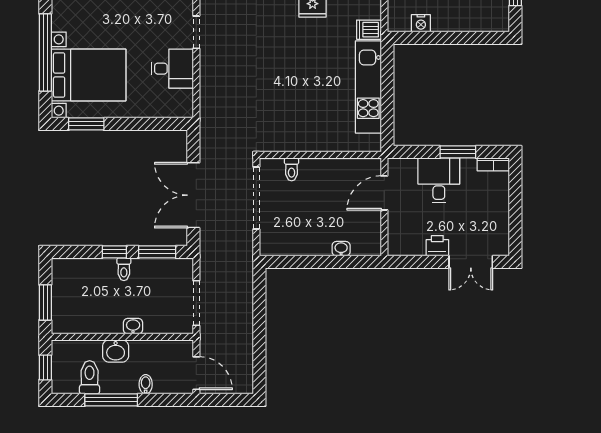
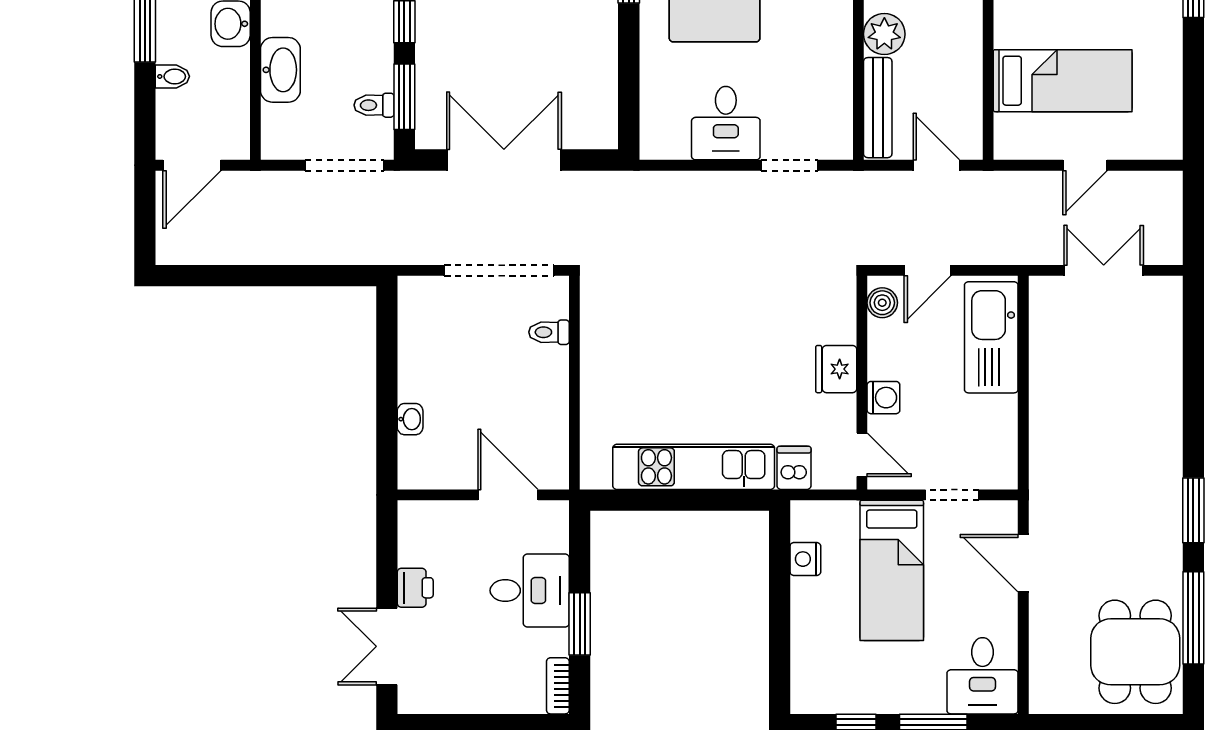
toilet: (124, 269) -> (374, 105), moved
doorway: (196, 303) -> (345, 165), moved
washbasin: (133, 326) -> (280, 70), width x1.91, depth x1.45

